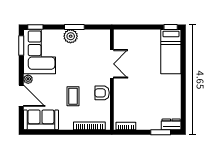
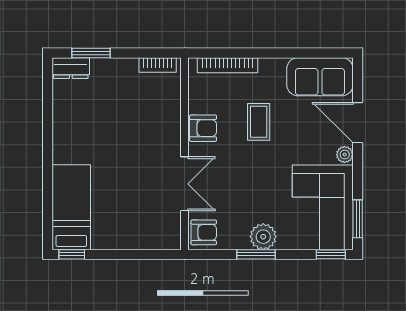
armchair: (102, 38) -> (204, 232), added
double door: (112, 64) -> (185, 184), swing flipped

